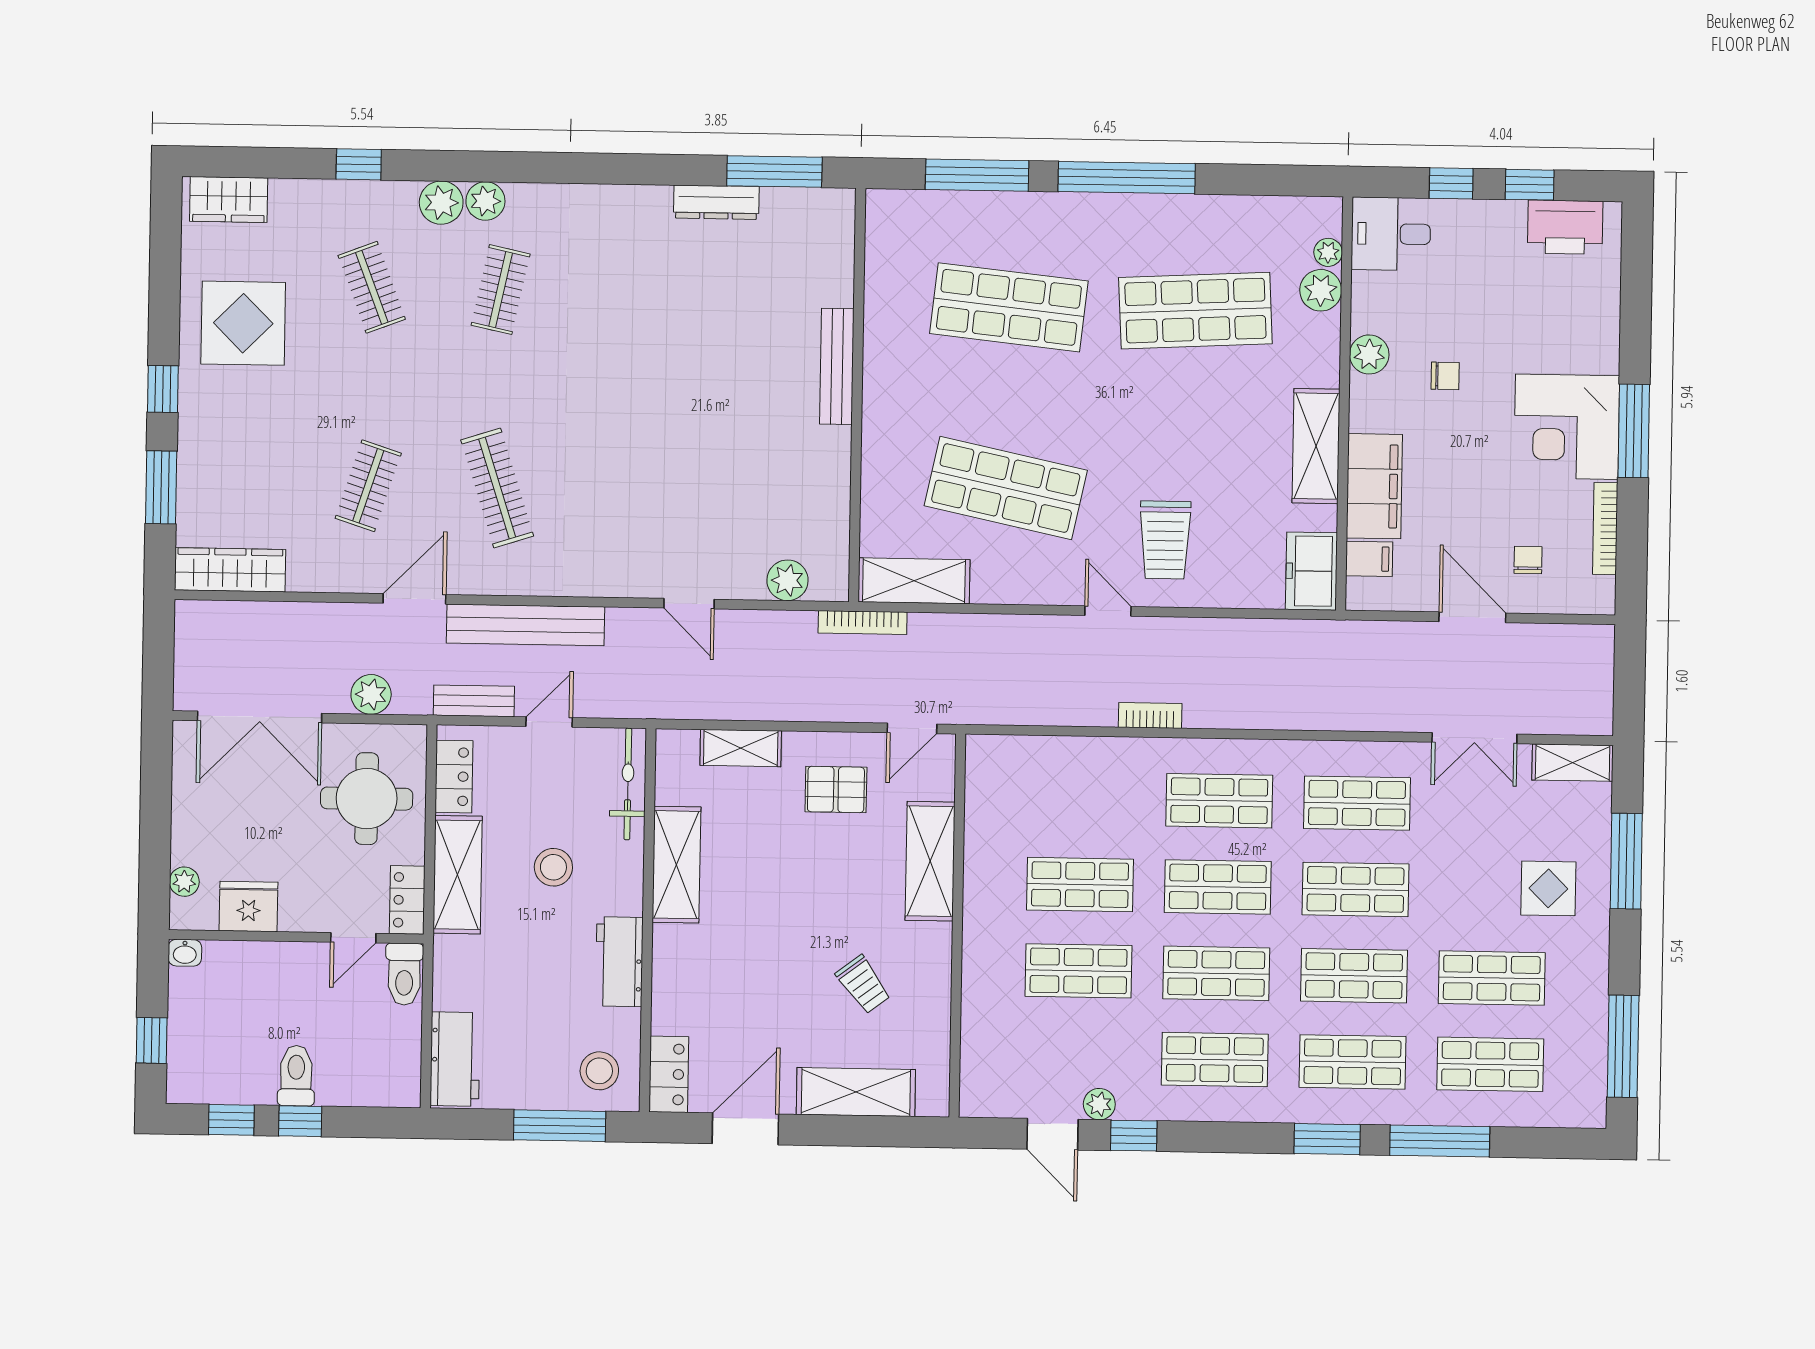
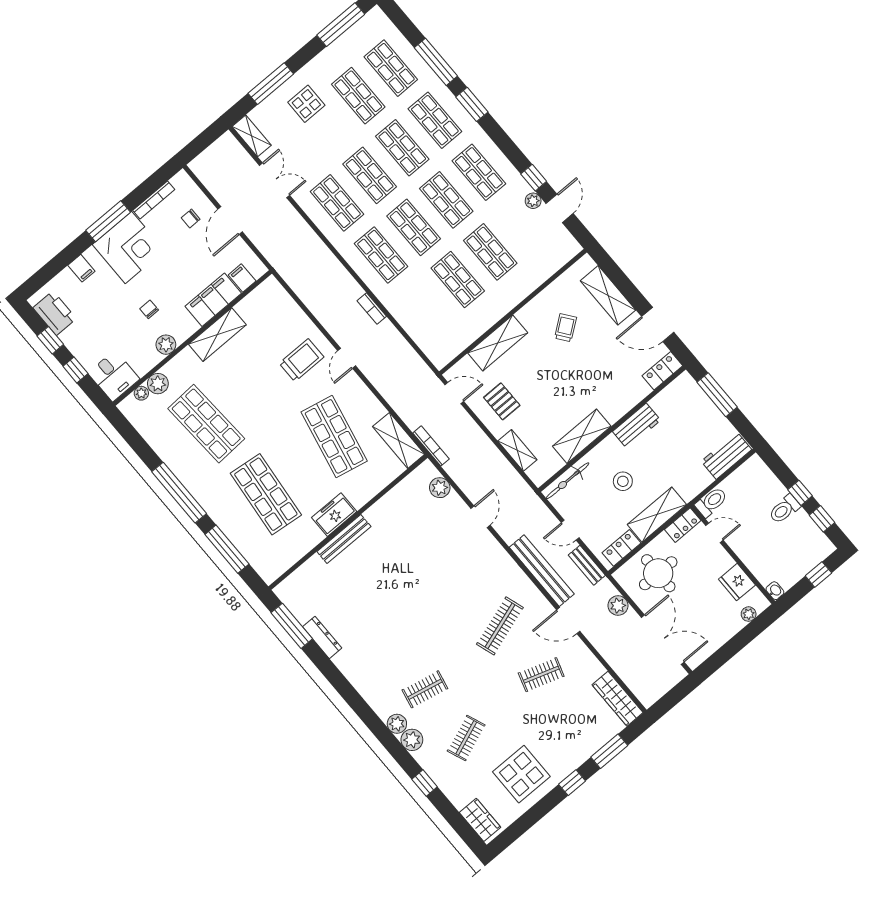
filing cabinet: (1598, 328) -> (81, 268), added
freezer: (1311, 571) -> (334, 515), moved, turned 180
stool: (599, 1071) -> (684, 398), removed

